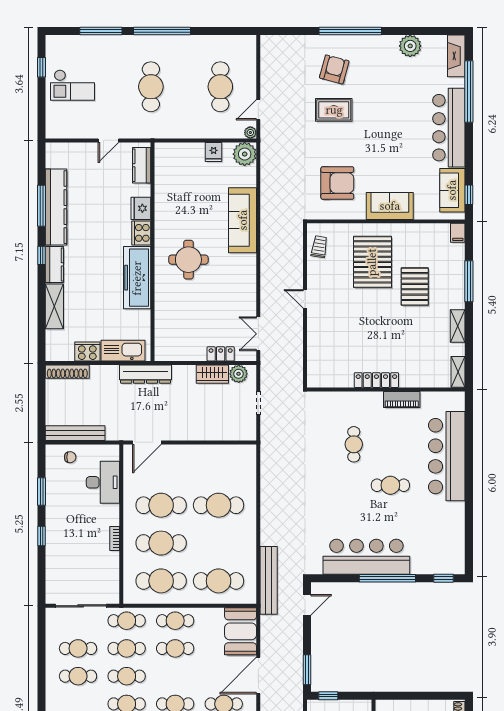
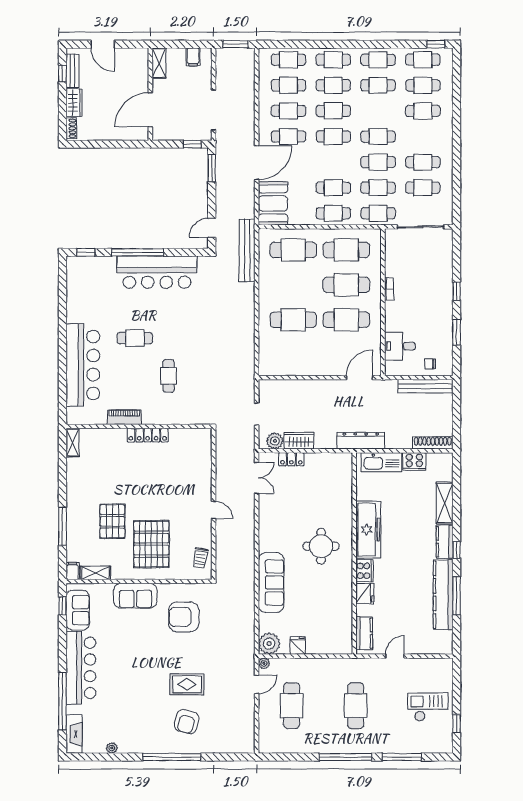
plant: (410, 46) -> (112, 748), width x0.53, depth x0.53
shelving: (458, 326) -> (95, 573), moved, turned 90
desk: (103, 482) -> (400, 346), width x0.73

